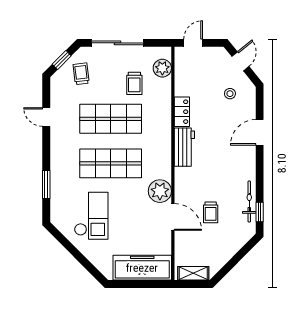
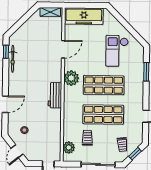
locker: (182, 112) -> (56, 119), removed
plant: (160, 191) -> (71, 78), moved
trolley: (211, 212) -> (38, 52), removed
door: (173, 217) -> (63, 49), swing flipped

